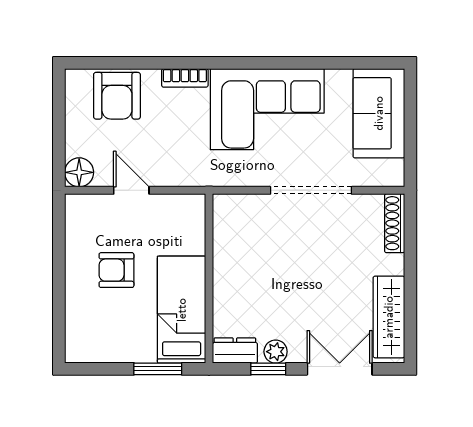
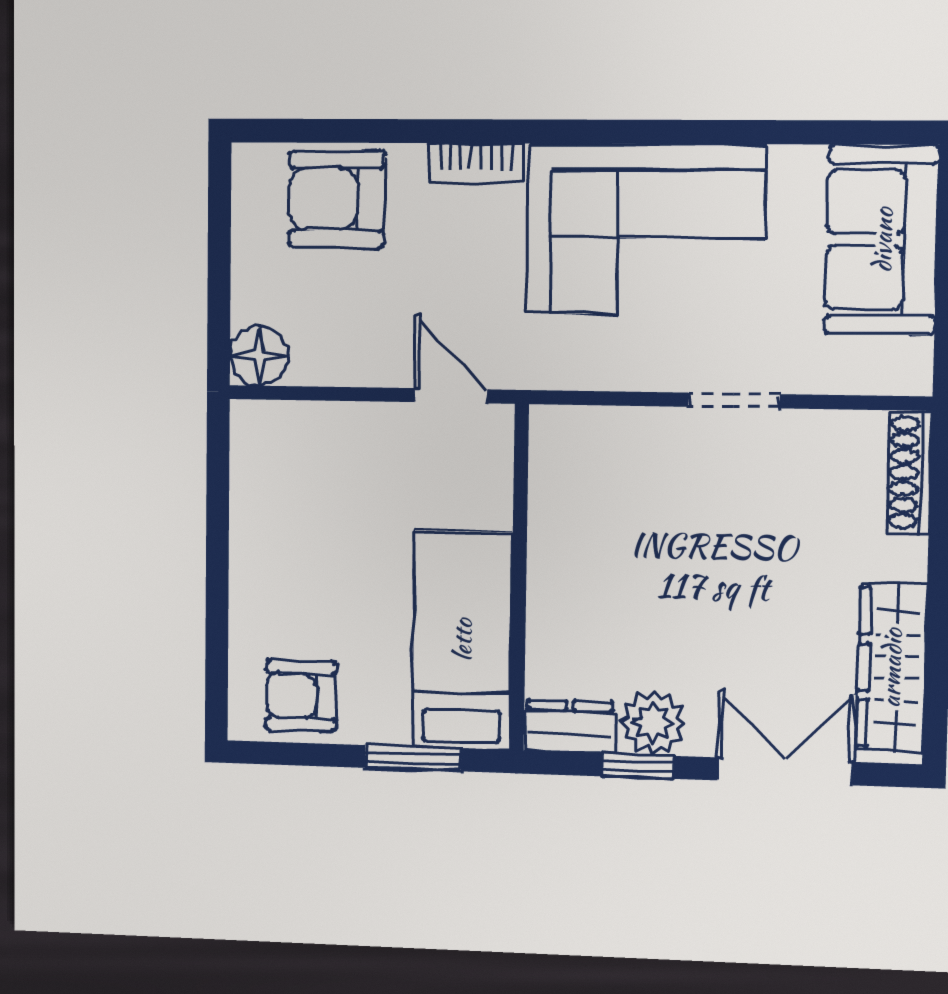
armchair: (117, 96) -> (337, 199), turned 90
door: (131, 190) -> (451, 396), moved
doorway: (311, 190) -> (734, 400), width x0.53
armchair: (116, 270) -> (301, 696), moved
plant: (276, 352) -> (653, 723), width x1.38, depth x1.38

